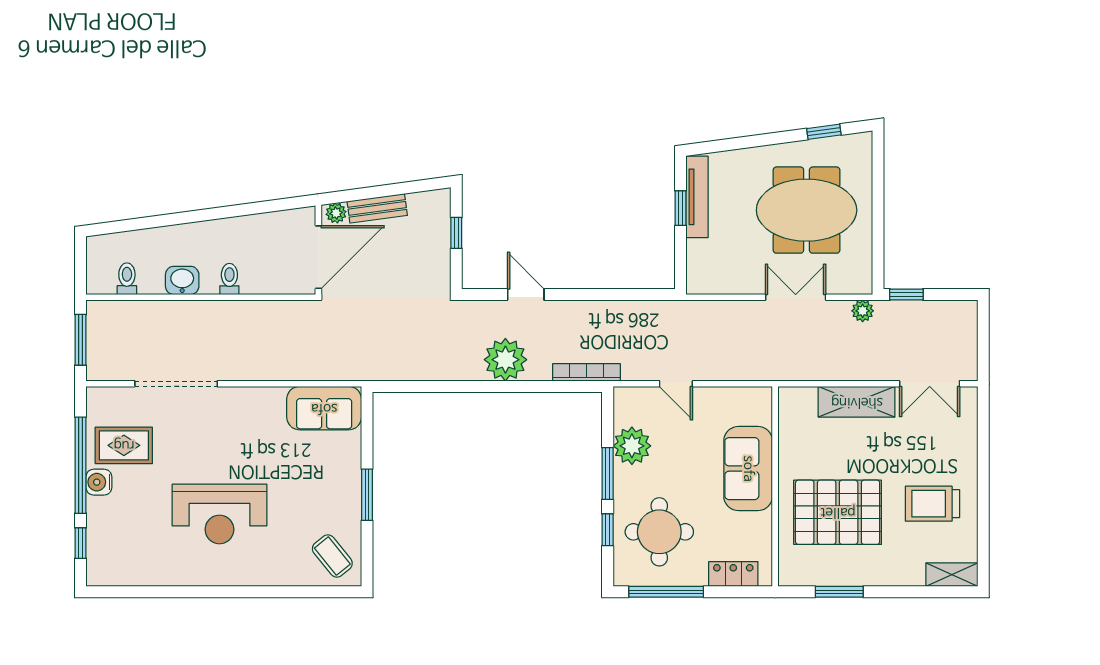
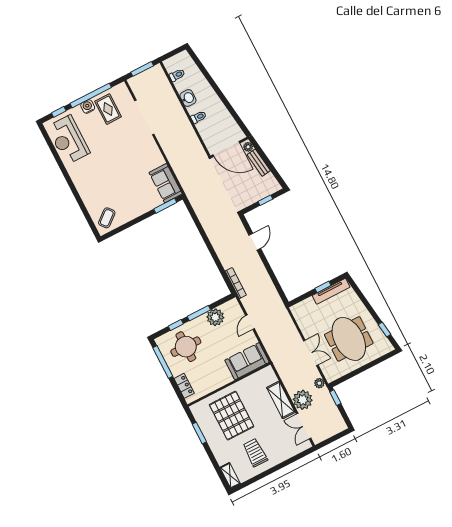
plant: (505, 360) -> (303, 400), moved
sofa: (748, 469) -> (247, 361), moved
window: (367, 495) -> (165, 206), moved
reception desk: (219, 514) -> (68, 140), moved

